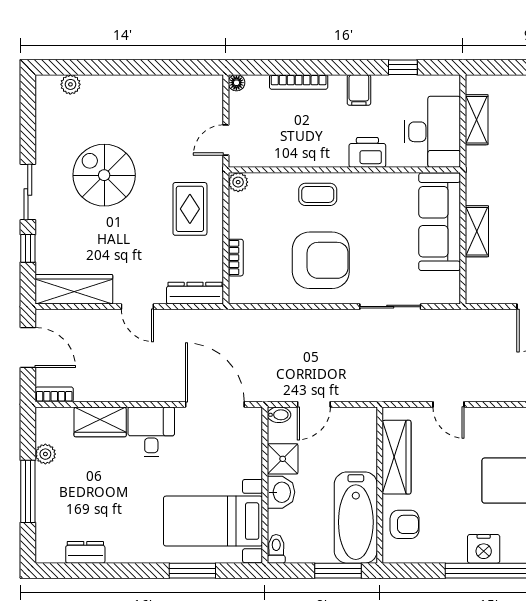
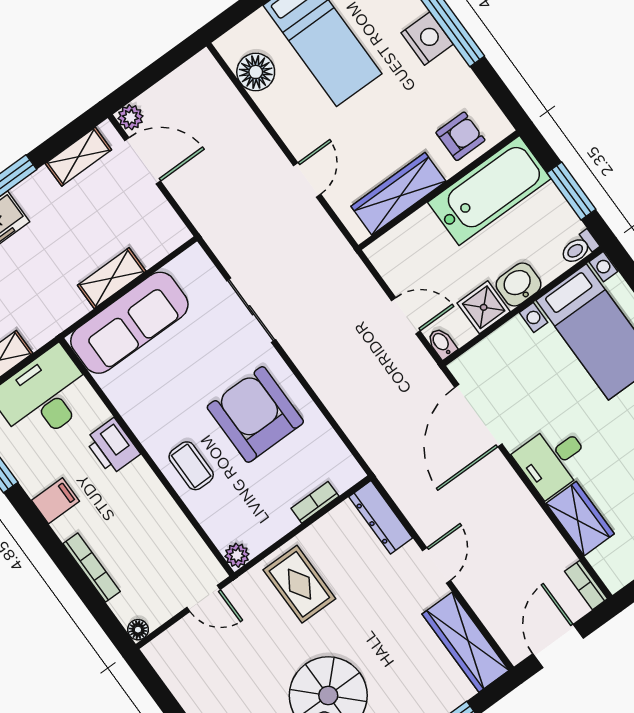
rug: (190, 209) -> (299, 584), turned 90
armchair: (405, 524) -> (460, 136), turned 90
window: (338, 571) -> (571, 191), moved

